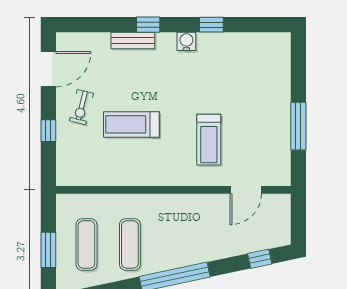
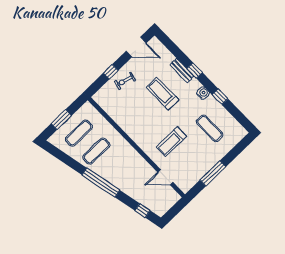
exercise mat: (238, 76) -> (210, 128), added
exercise bike: (81, 107) -> (125, 81), moved
treadmill: (131, 124) -> (163, 94), moved

